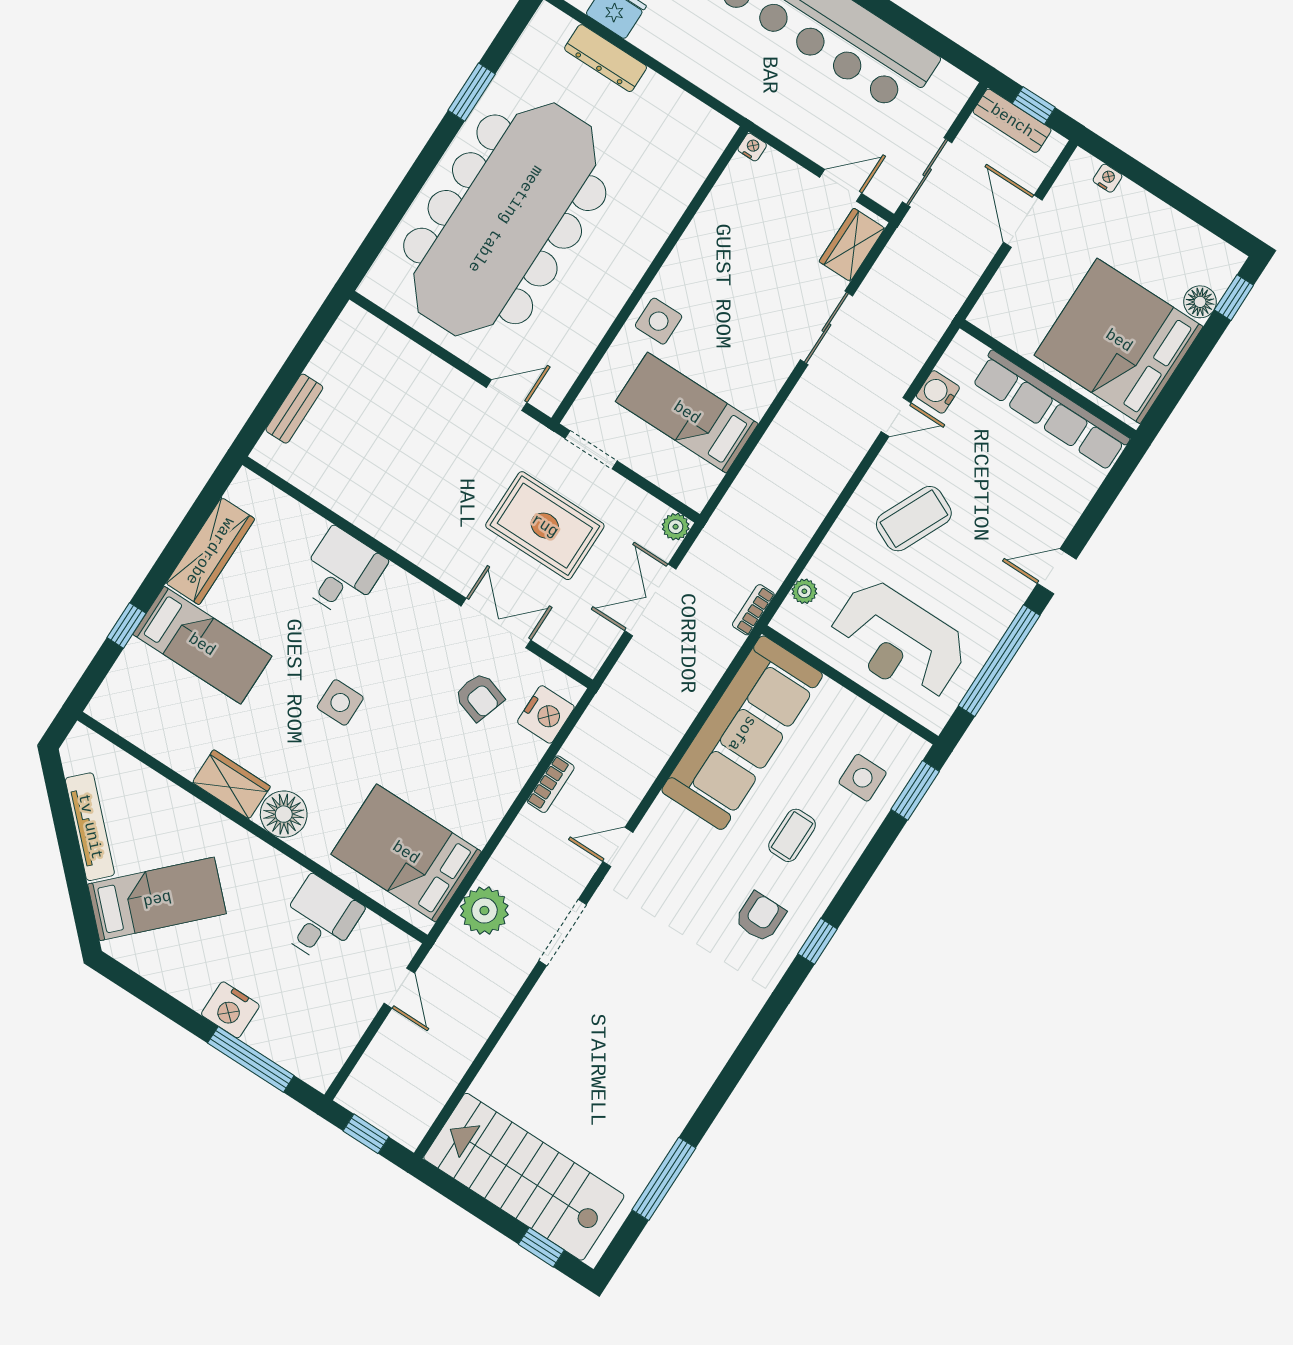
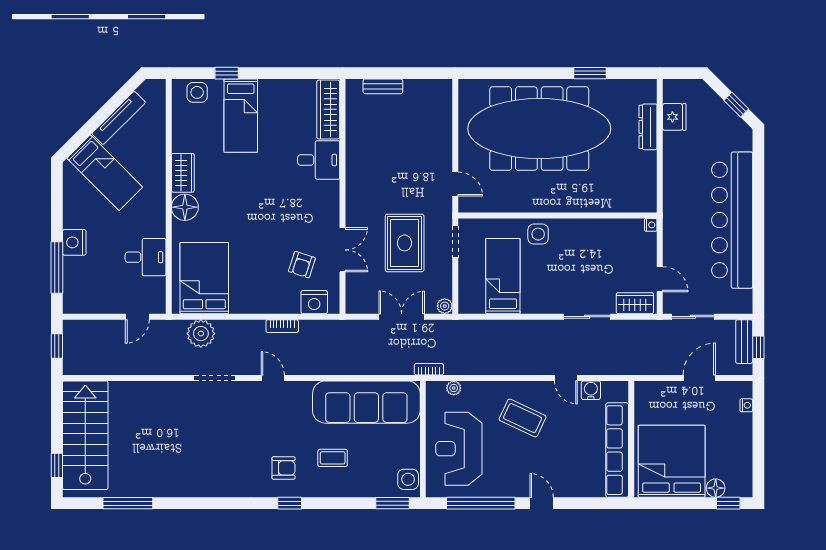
wardrobe: (210, 551) -> (328, 109), moved, turned 90
side table: (340, 702) -> (197, 92), moved
side table: (863, 778) -> (408, 479), moved

